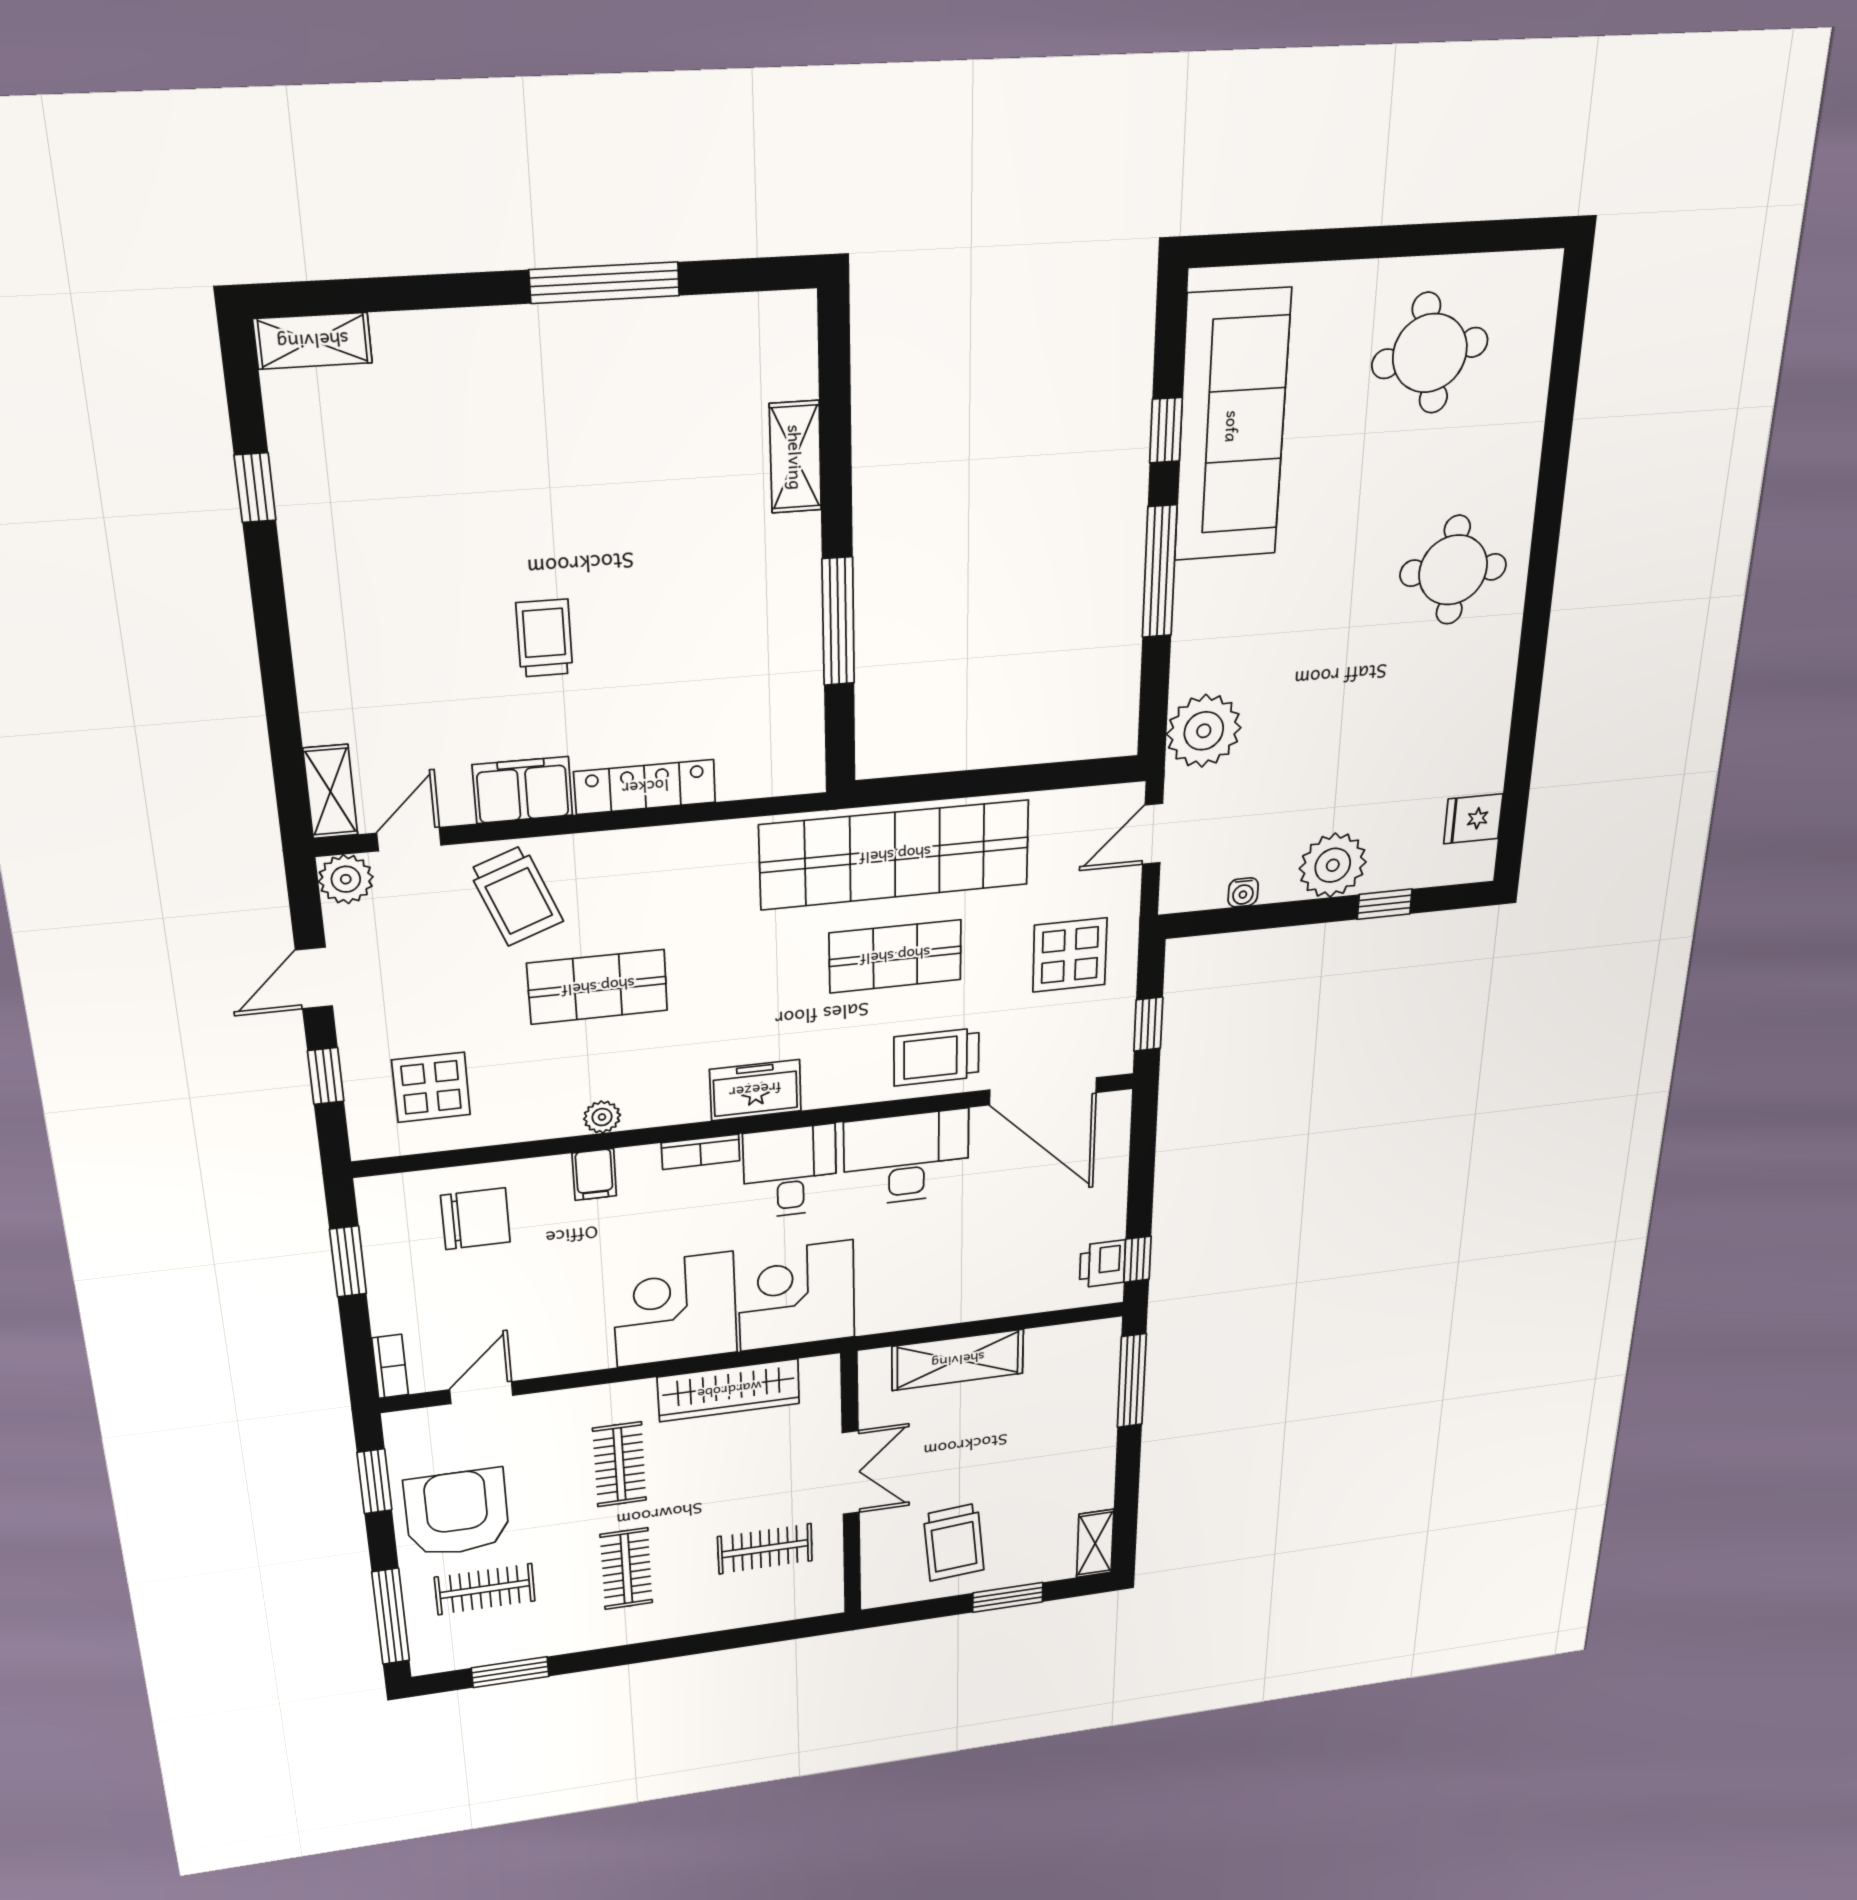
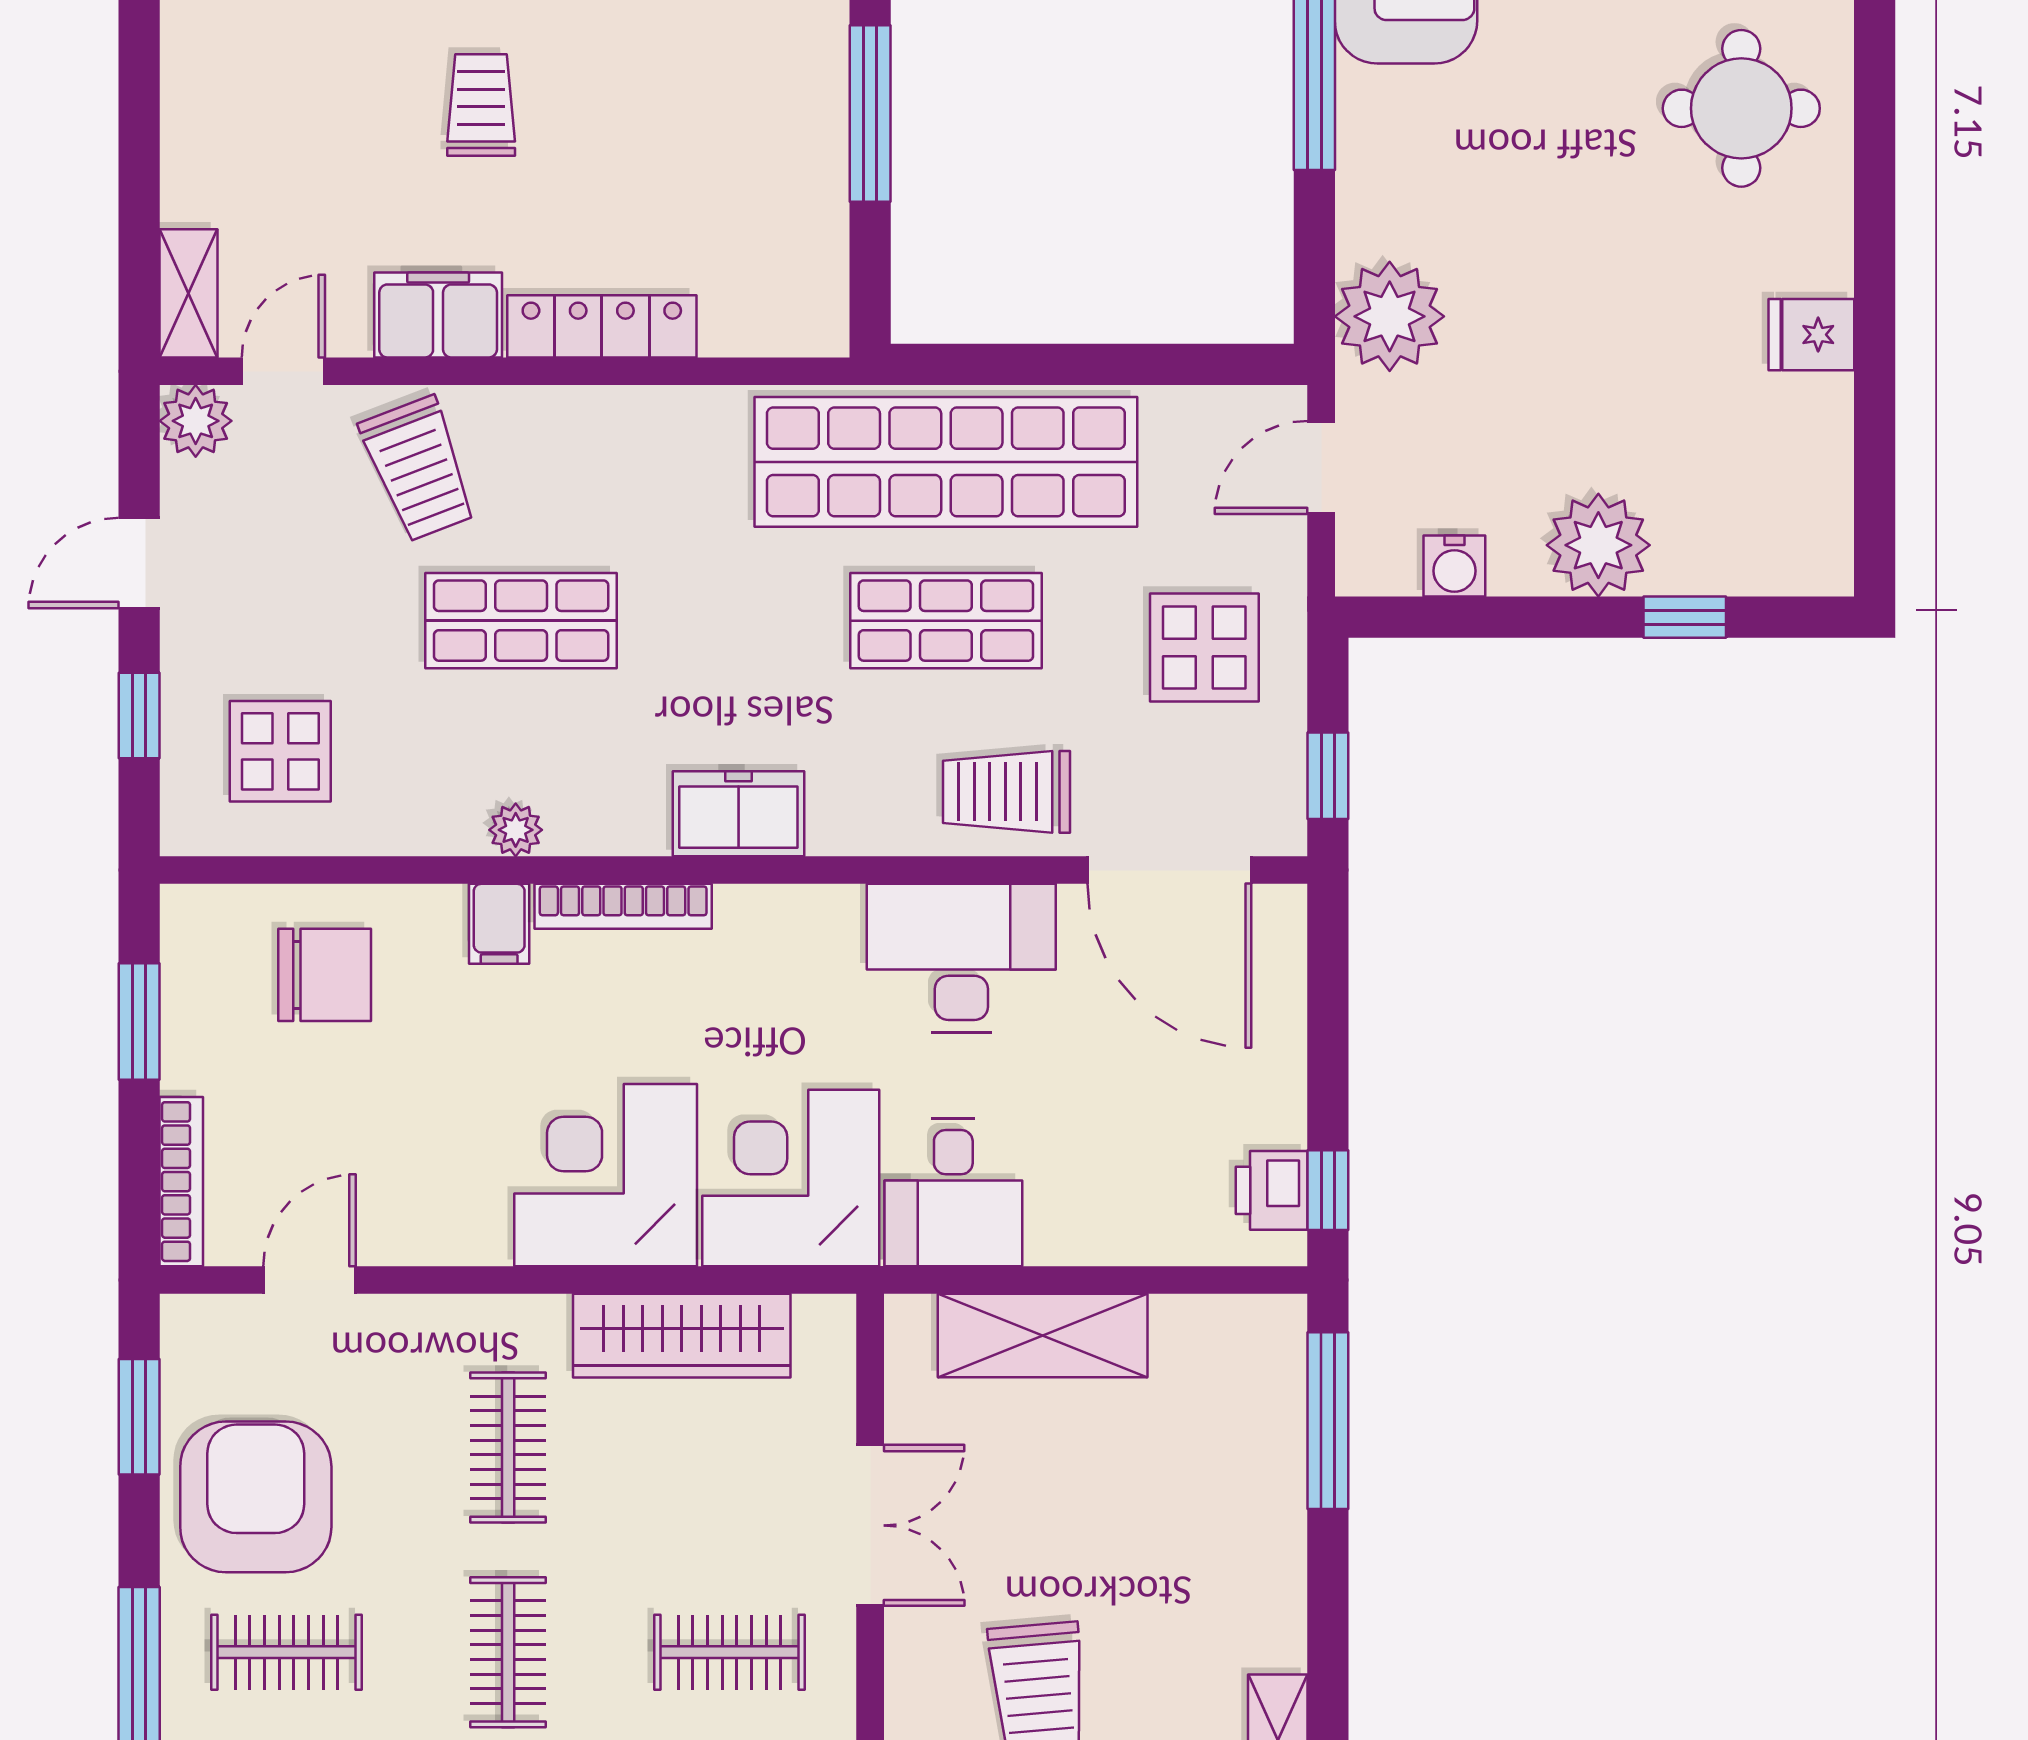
fridge: (1473, 819) -> (1811, 335), moved
water cooler: (1243, 892) -> (1454, 566), width x1.38, depth x1.38
bookcase: (701, 1152) -> (623, 906), width x1.56
desk: (790, 1172) -> (953, 1192), moved, turned 180
bookcase: (390, 1366) -> (181, 1182), width x1.56

